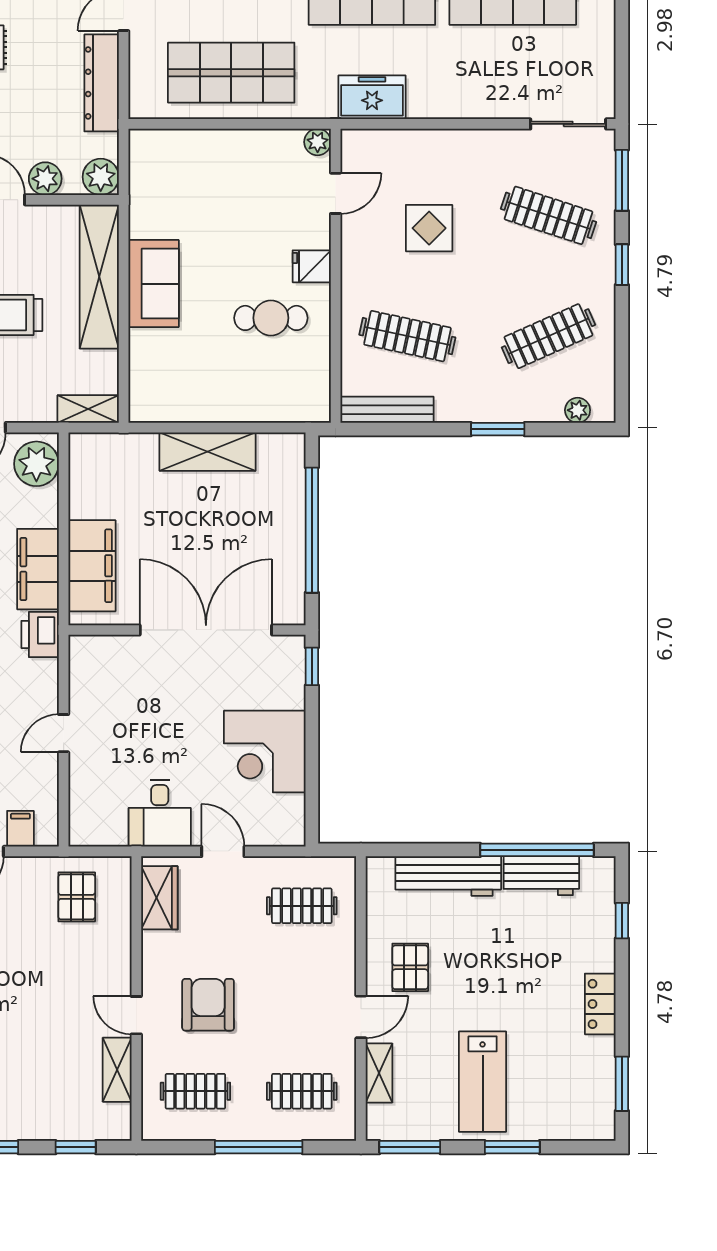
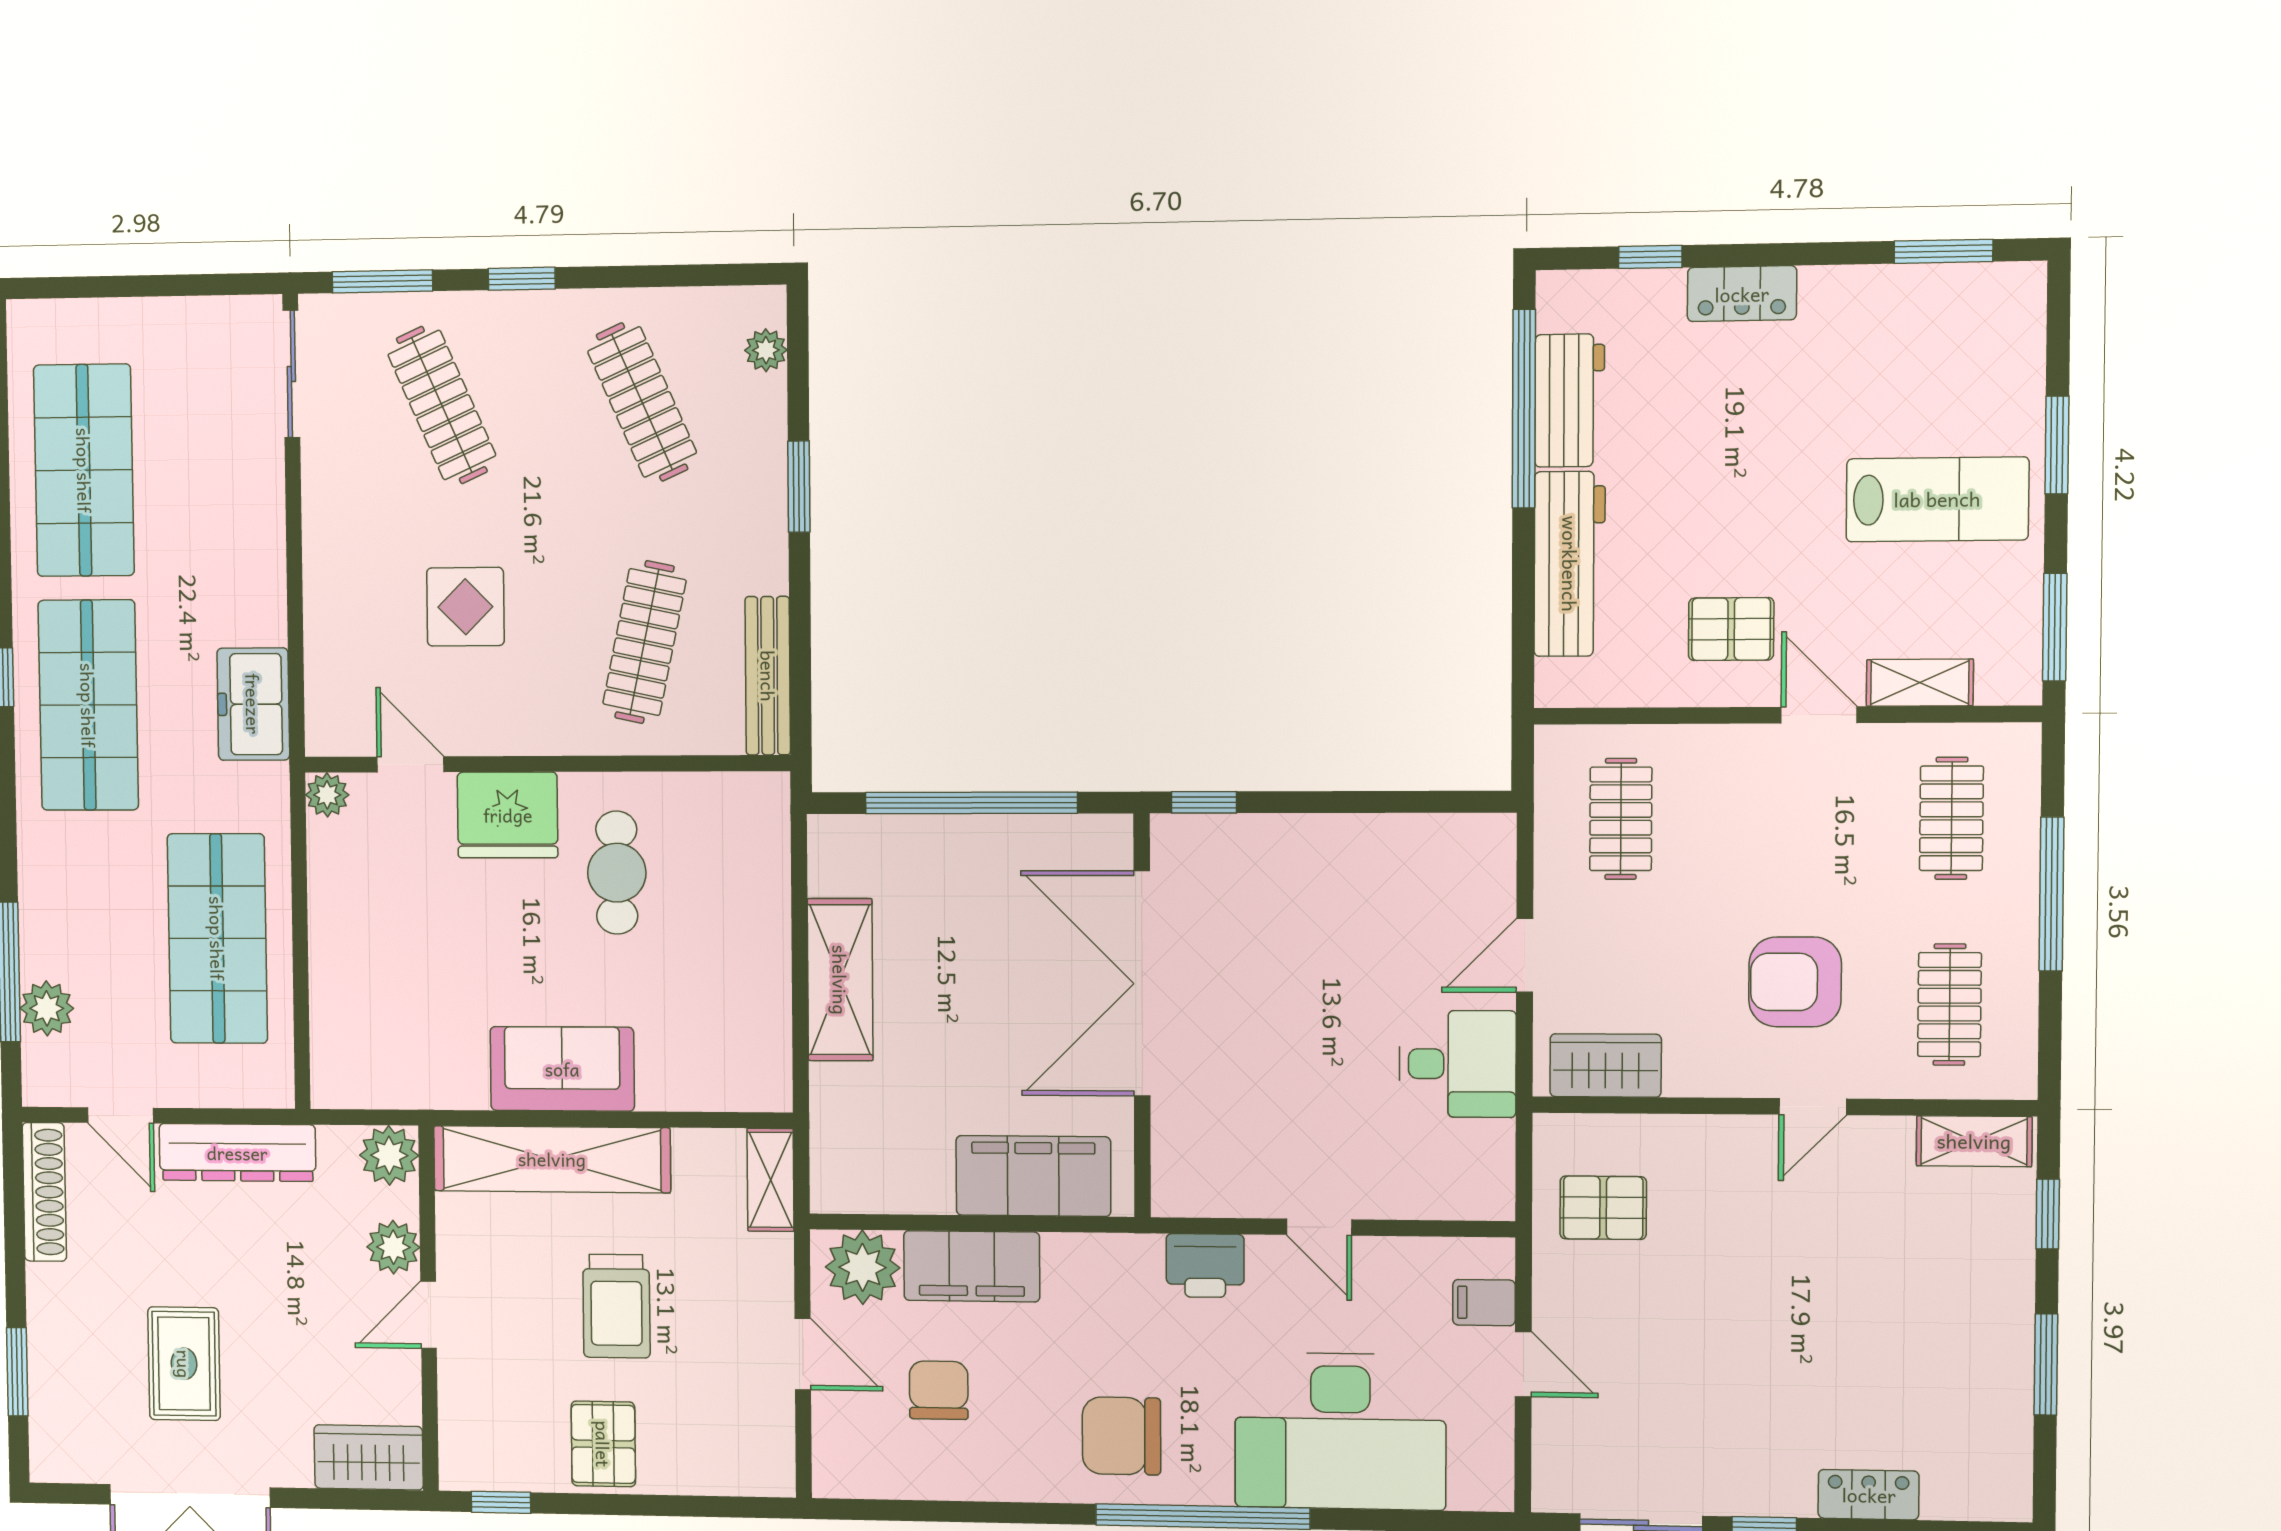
clothes rail: (548, 215) -> (442, 405), turned -42
fridge: (312, 266) -> (508, 815), width x1.88, depth x1.34
filing cabinet: (38, 569) -> (972, 1266), moved
printer: (40, 634) -> (1205, 1266), moved
corner desk: (265, 752) -> (1351, 883), removed
locker: (600, 1004) -> (1742, 294), moved
shelving: (117, 1070) -> (1974, 1141), moved

